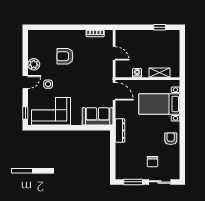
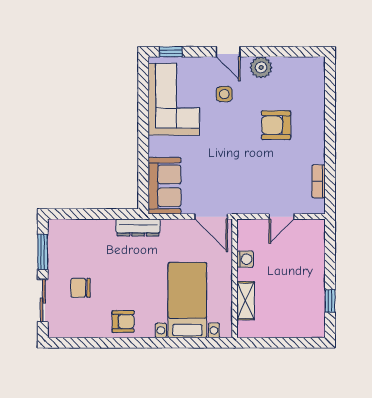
armchair: (65, 56) -> (276, 125), turned -90
door: (114, 91) -> (211, 217), hinge flipped

